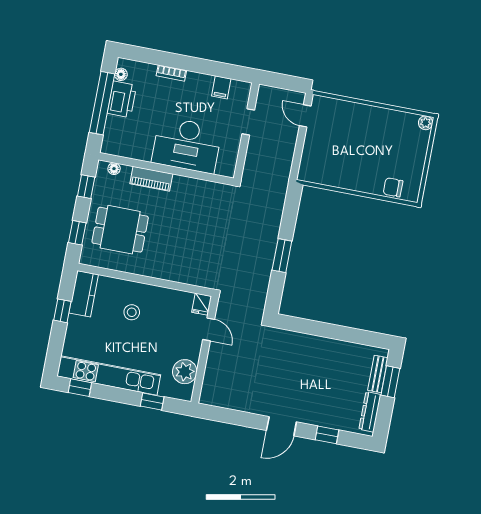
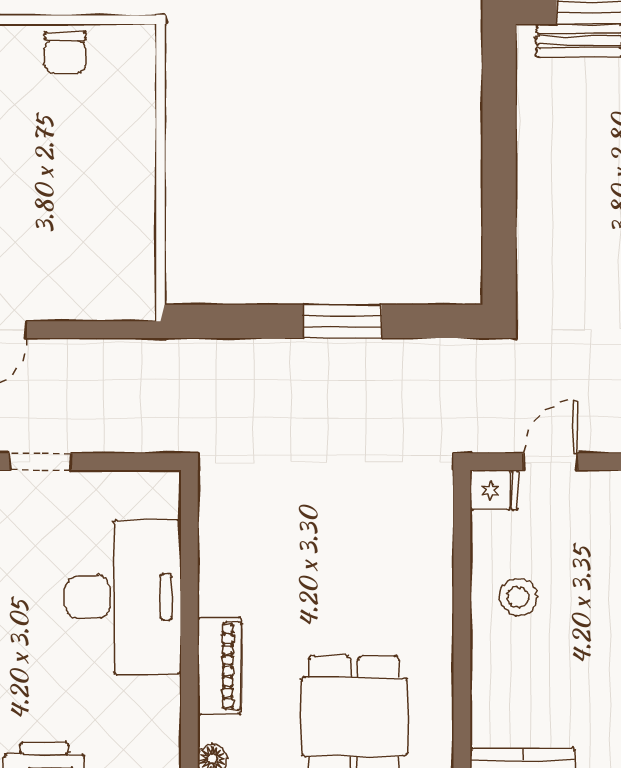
chair: (393, 187) -> (65, 52), moved
stool: (132, 312) -> (518, 597), moved

